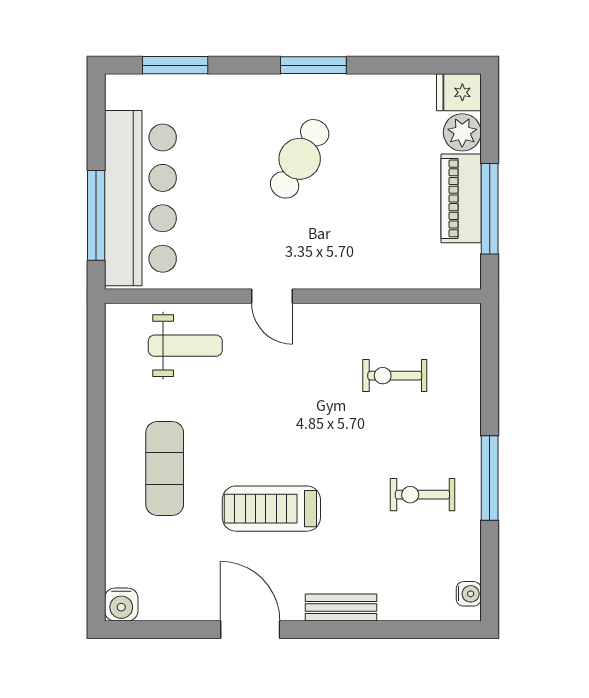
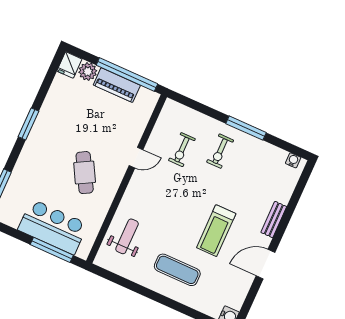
cafe table: (300, 159) -> (85, 173), moved, turned 31
bar counter: (140, 198) -> (53, 227), width x0.73
window: (490, 209) -> (127, 75), width x1.46
door: (272, 296) -> (136, 158), moved
exercise bike: (422, 495) -> (220, 151), moved

